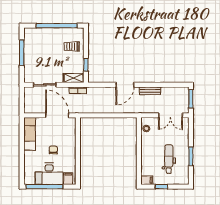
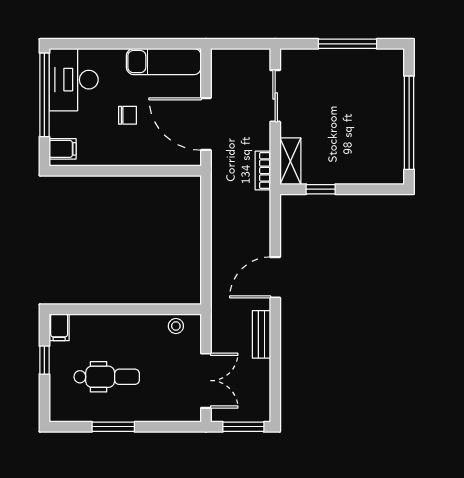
trolley: (72, 46) -> (362, 157), removed
door: (125, 85) -> (275, 277), hinge flipped
door: (57, 115) -> (206, 124), swing flipped
double door: (170, 115) -> (206, 381), swing flipped
desk: (49, 174) -> (74, 80), moved

